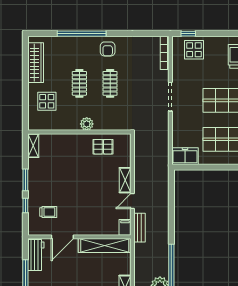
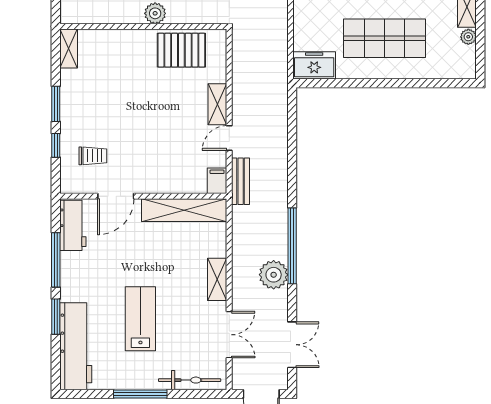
pallet: (103, 147) -> (181, 50), width x1.50, depth x1.42

